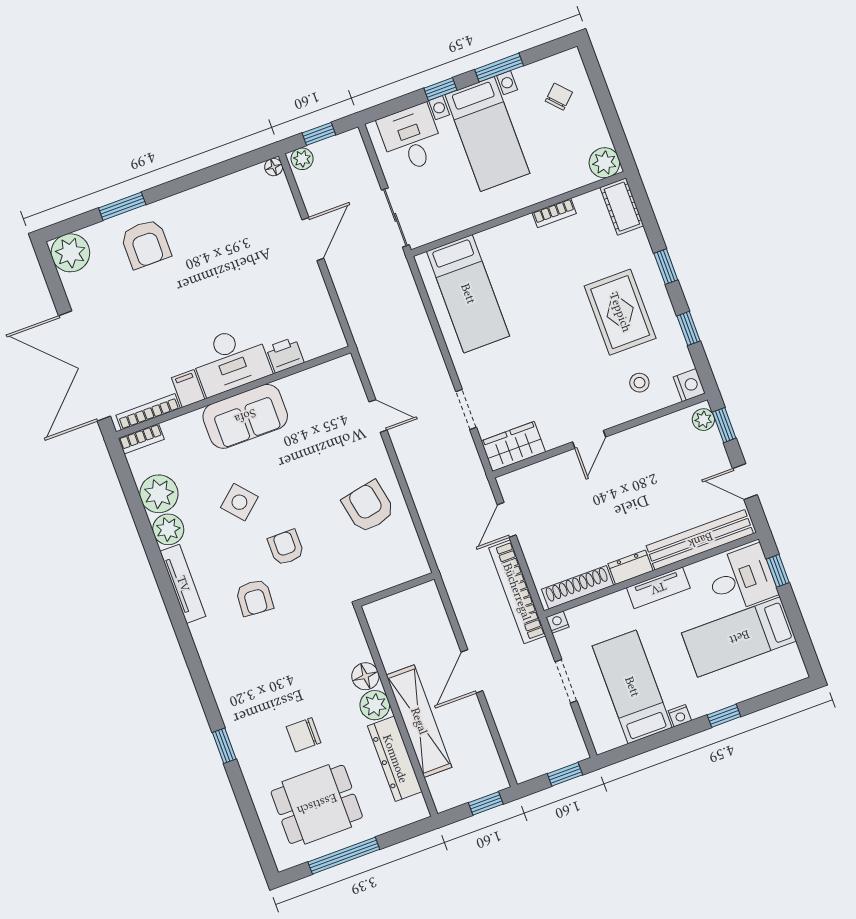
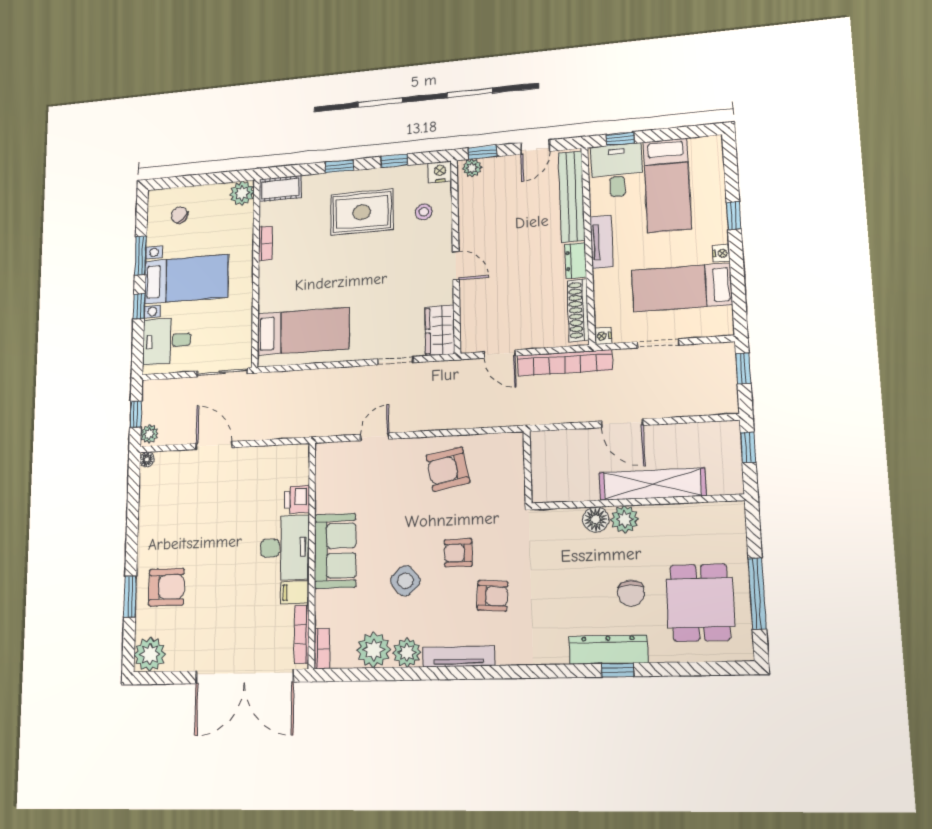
dresser: (395, 759) -> (608, 650), moved, turned 180

